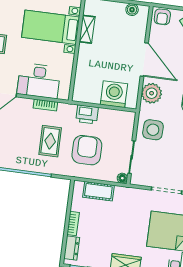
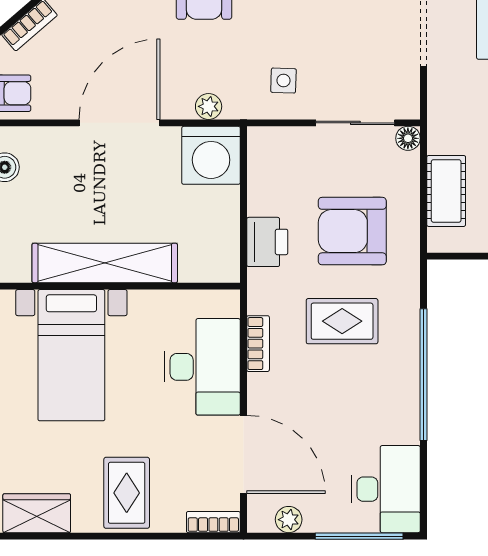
shelving: (87, 29) -> (105, 263), width x2.20, depth x1.33
plant: (152, 93) -> (209, 106), width x0.53, depth x0.53
washing machine: (114, 94) -> (211, 155), moved, turned -90
side table: (153, 130) -> (283, 81), width x0.54, depth x0.54

